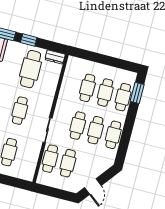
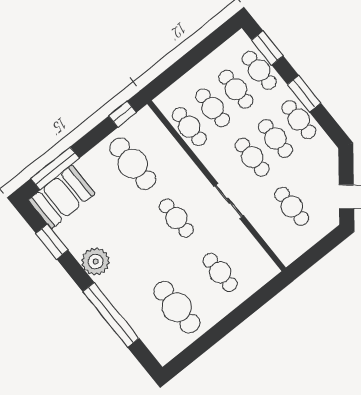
window: (29, 40) -> (123, 114), moved
dresser: (55, 57) -> (141, 120), removed
window: (128, 128) -> (304, 94), added
cafe table: (50, 159) -> (189, 127), moved

